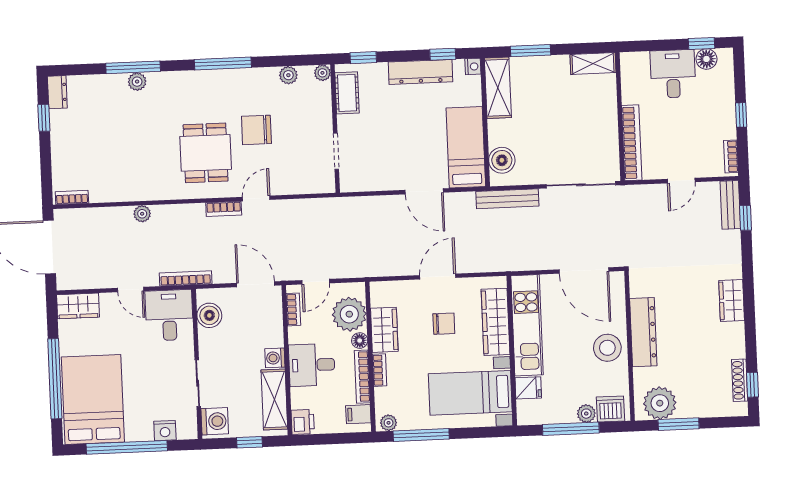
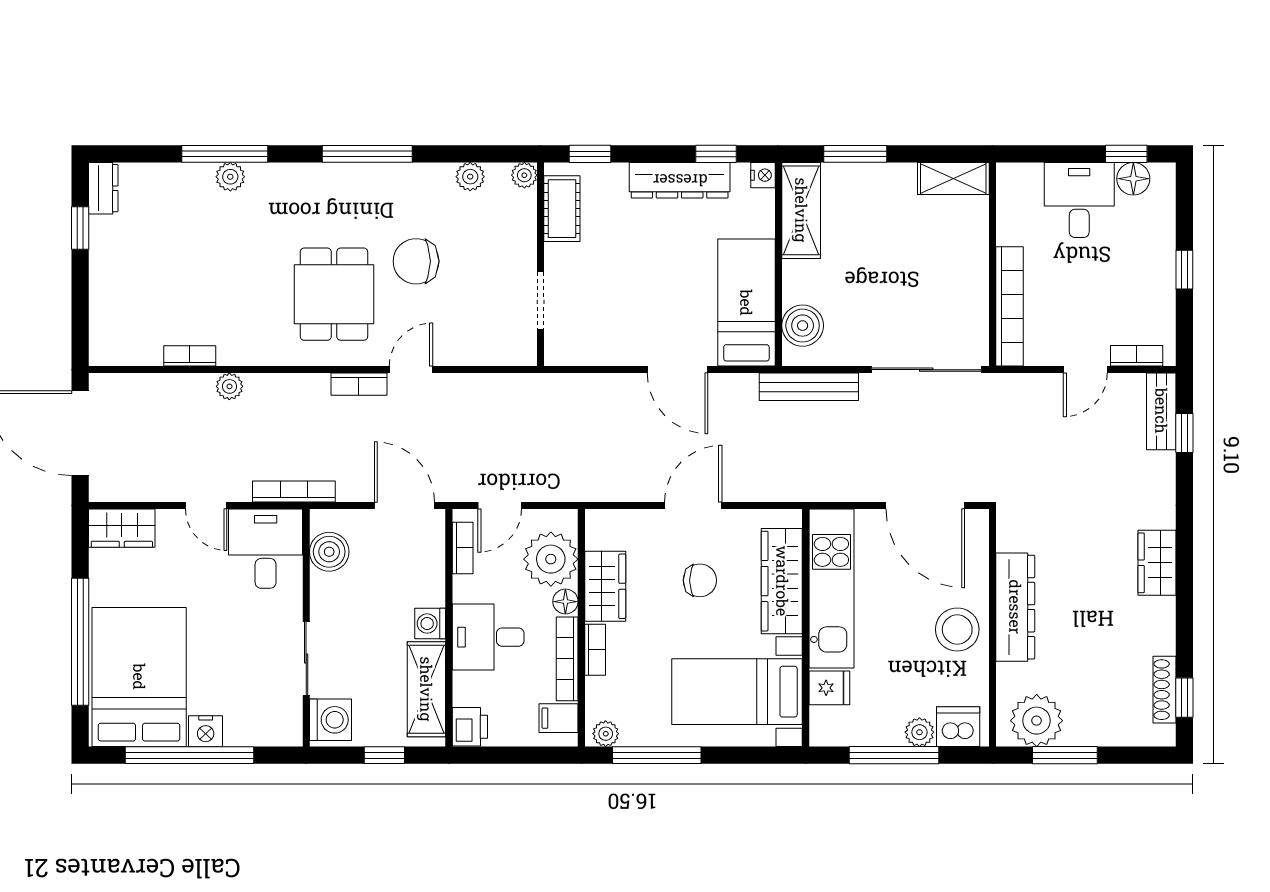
bookcase: (731, 156) -> (1137, 356), moved, turned 90
bookcase: (72, 197) -> (190, 356), moved
nightstand: (165, 431) -> (206, 731), moved

